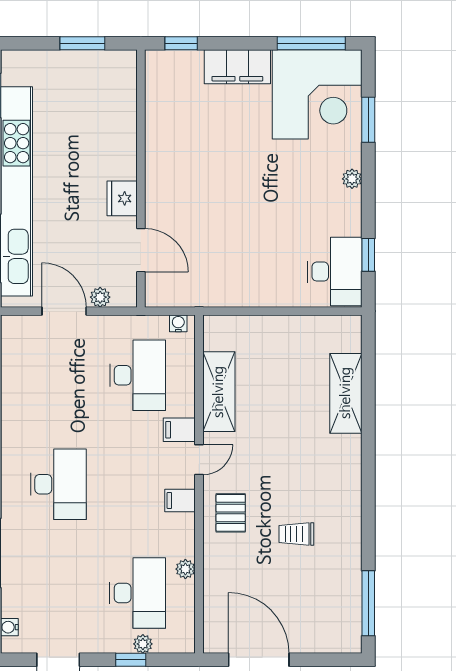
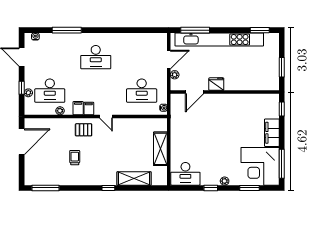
window: (368, 255) -> (211, 188), moved
shelving: (219, 392) -> (160, 149), moved, turned 90
filing cabinet: (179, 430) -> (78, 108), moved
window: (368, 454) -> (108, 188), added

